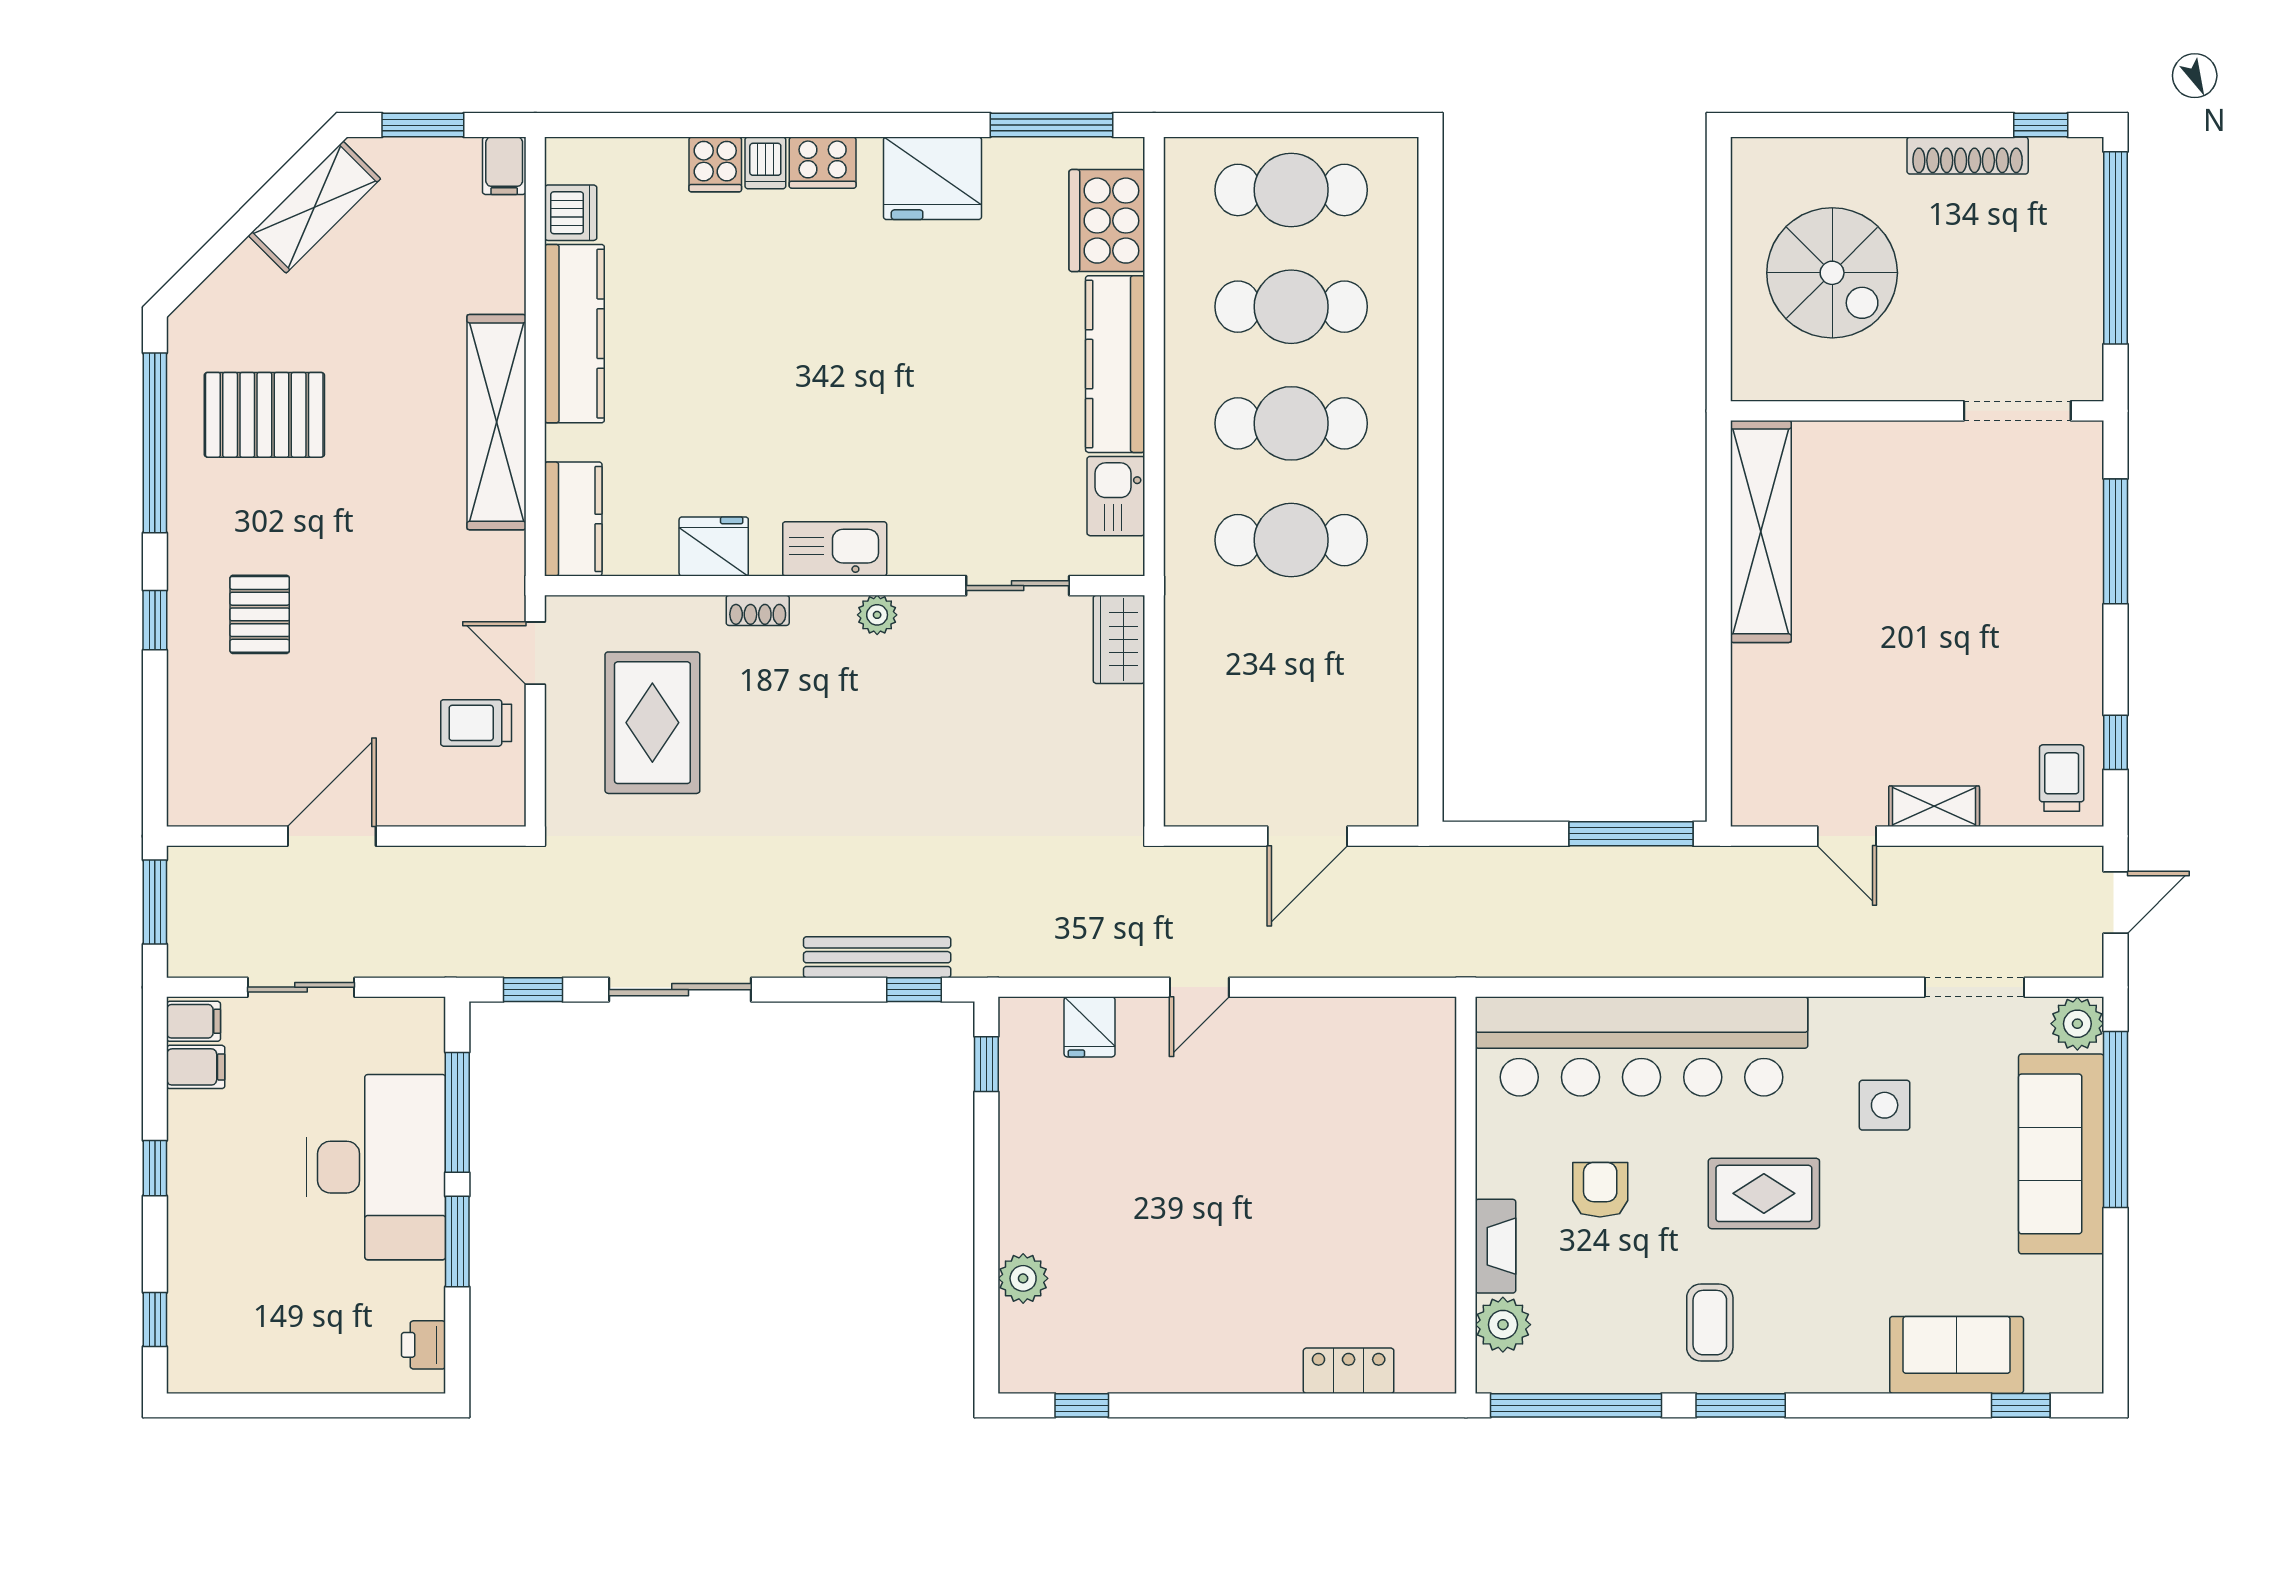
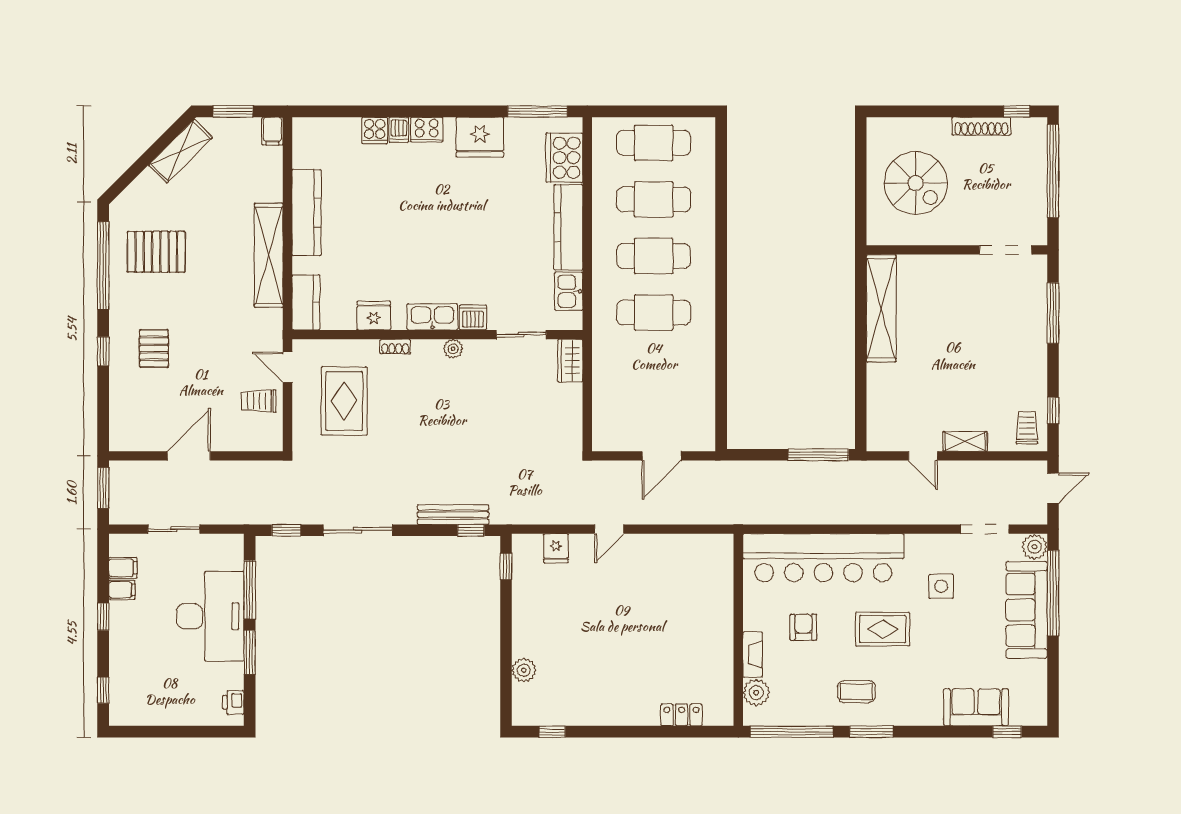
dishwasher: (571, 213) -> (473, 317), moved, turned -90
filing cabinet: (194, 1021) -> (122, 590), moved
coffee table: (1710, 1323) -> (856, 692), turned 90

